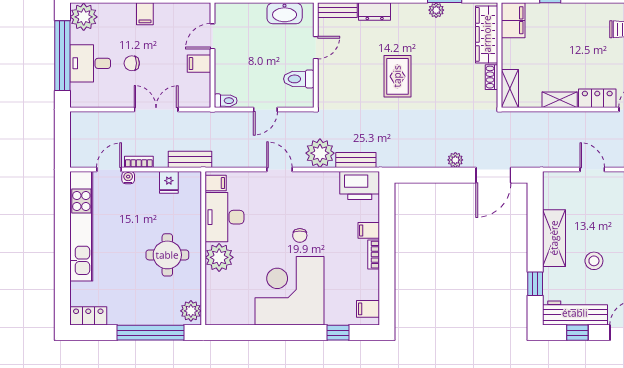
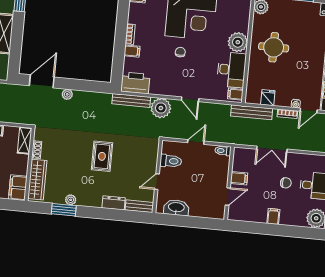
bench: (190, 159) -> (252, 112), width x1.36
bench: (356, 160) -> (131, 100), width x1.36

